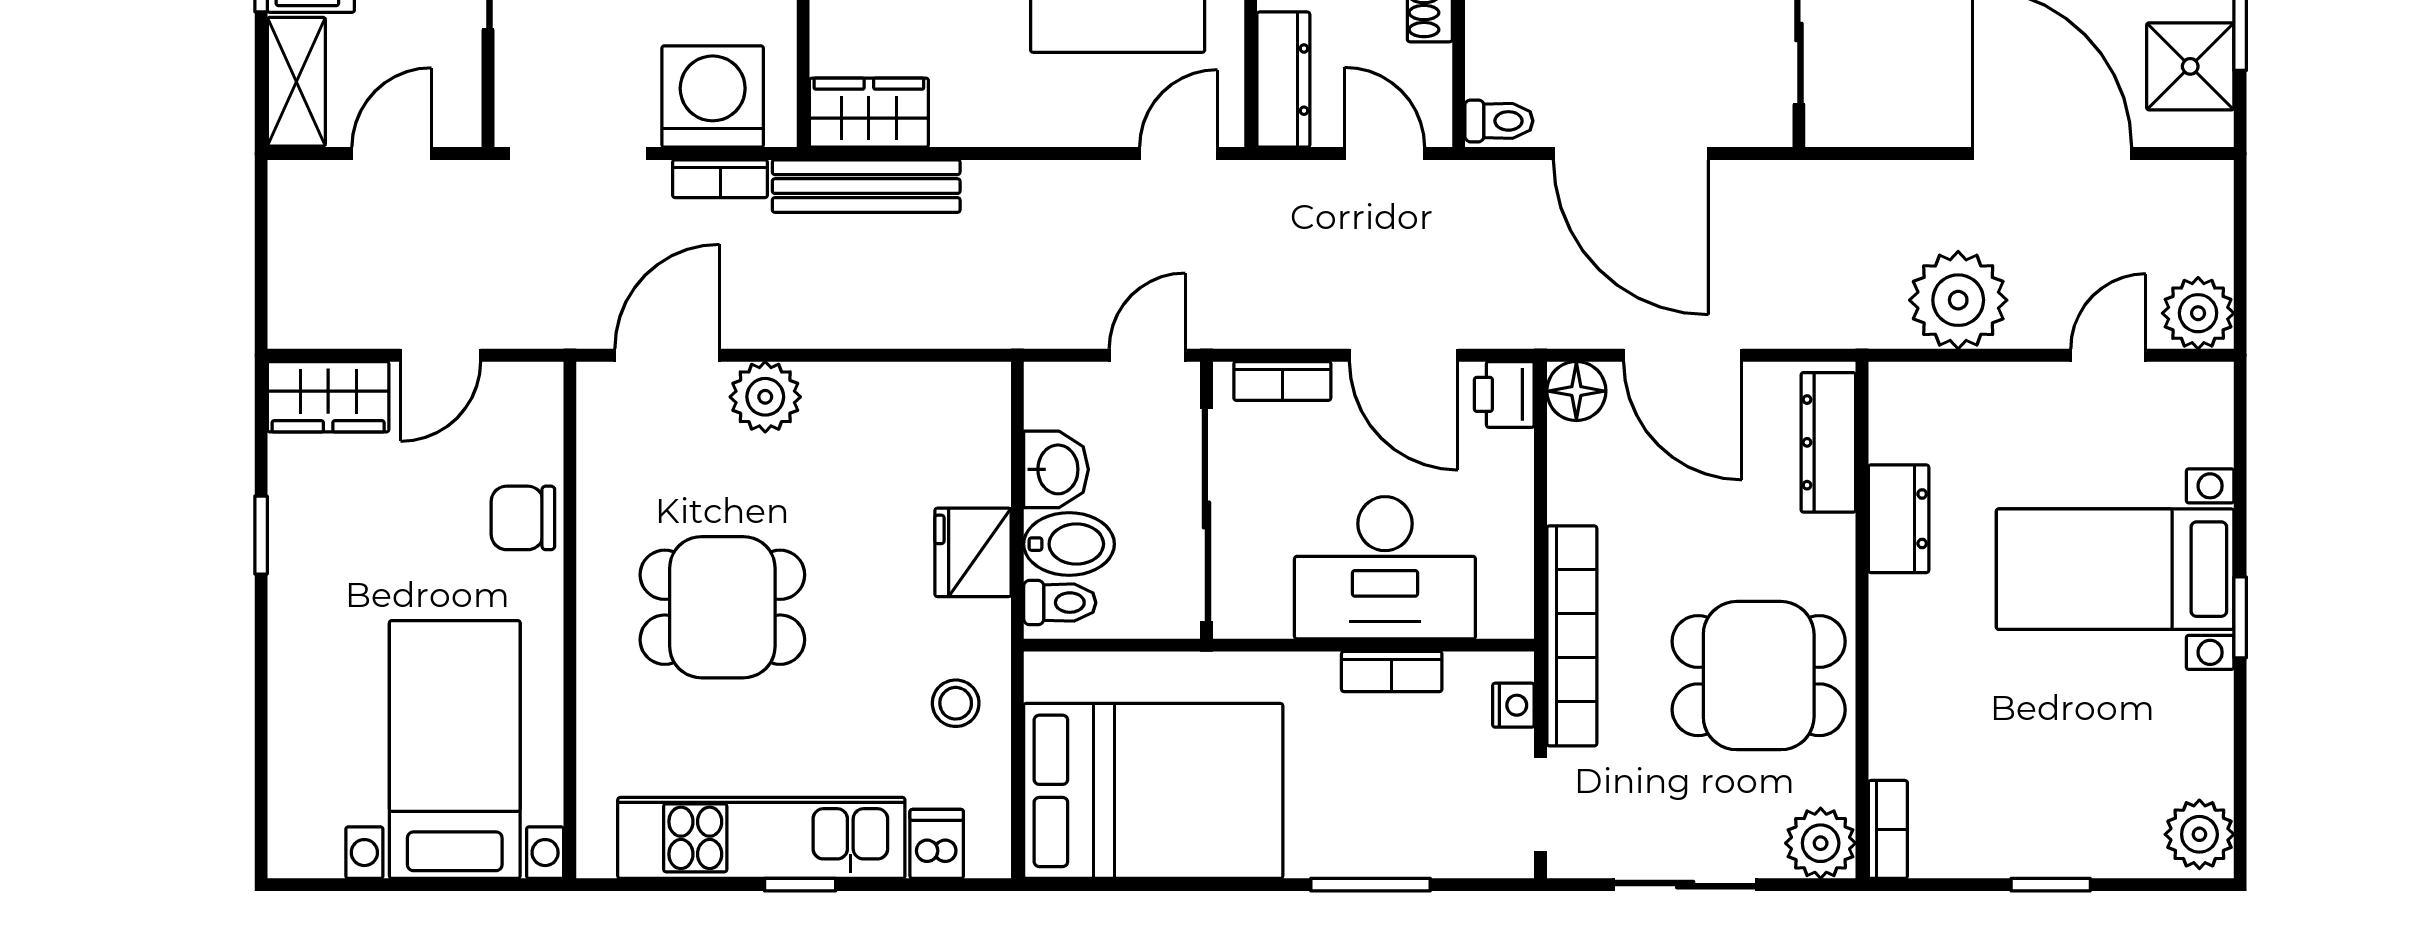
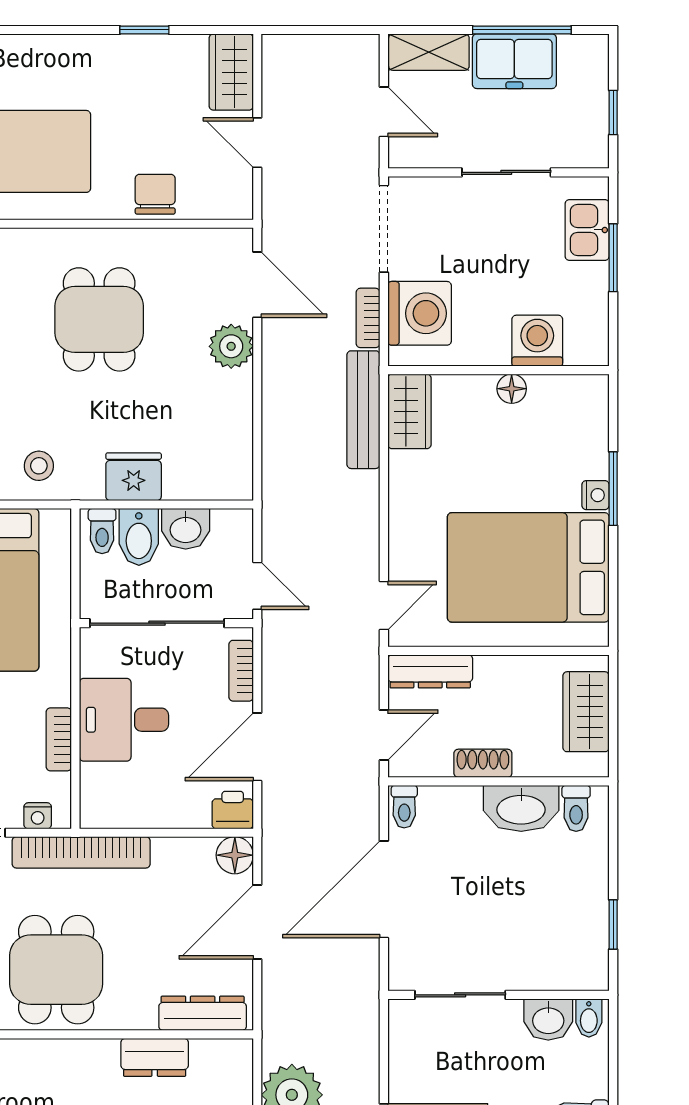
door: (1178, 154) -> (384, 606), hinge flipped
desk: (1385, 568) -> (124, 720), width x0.73

